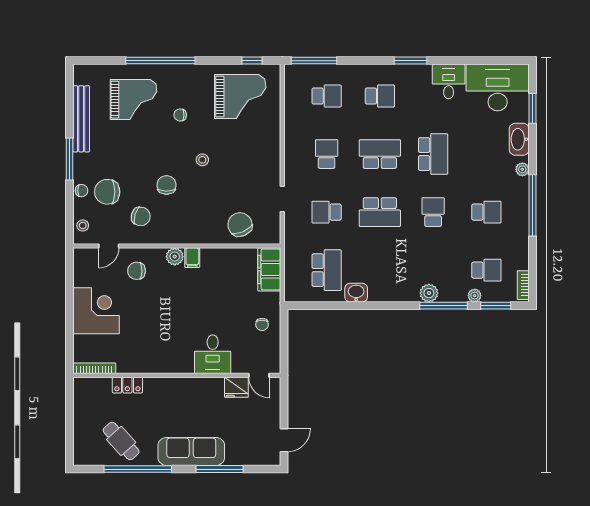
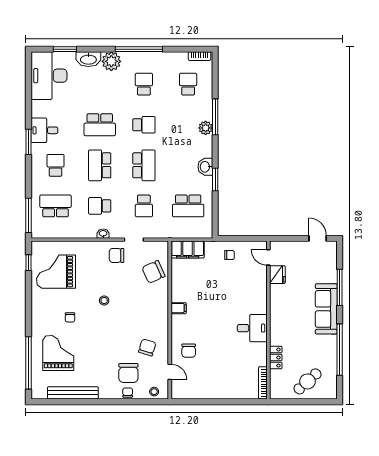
window: (160, 61) -> (28, 363), moved
desk: (449, 81) -> (44, 130), moved
school desk: (327, 96) -> (56, 206), width x1.85
grand piano: (240, 97) -> (56, 272), turned -90
school desk: (433, 154) -> (100, 125), turned 180
washbasin: (290, 158) -> (103, 234), added
window: (69, 159) -> (103, 402), removed
plant: (522, 169) -> (111, 61), width x1.87, depth x1.87
chair: (166, 185) -> (117, 255), moved
school desk: (433, 212) -> (144, 125), turned 180
plant: (175, 257) -> (178, 322), removed
school desk: (327, 270) -> (188, 206), turned 180
washbasin: (356, 293) -> (205, 167), moved
plant: (475, 296) -> (207, 93), removed
window: (496, 306) -> (215, 180), moved
corner desk: (96, 311) -> (219, 381), removed
desk: (213, 354) -> (252, 328), moved
door: (259, 375) -> (268, 257), swing flipped
cafe table: (121, 441) -> (307, 381), moved

